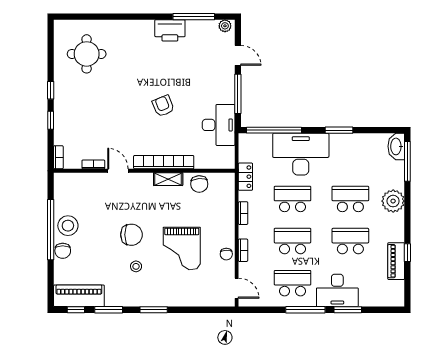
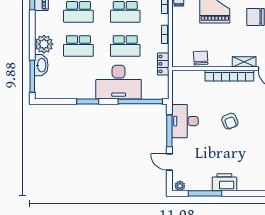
desk: (219, 125) -> (185, 121), moved
washbasin: (396, 146) -> (41, 65), moved
shelving: (168, 179) -> (244, 62), moved

